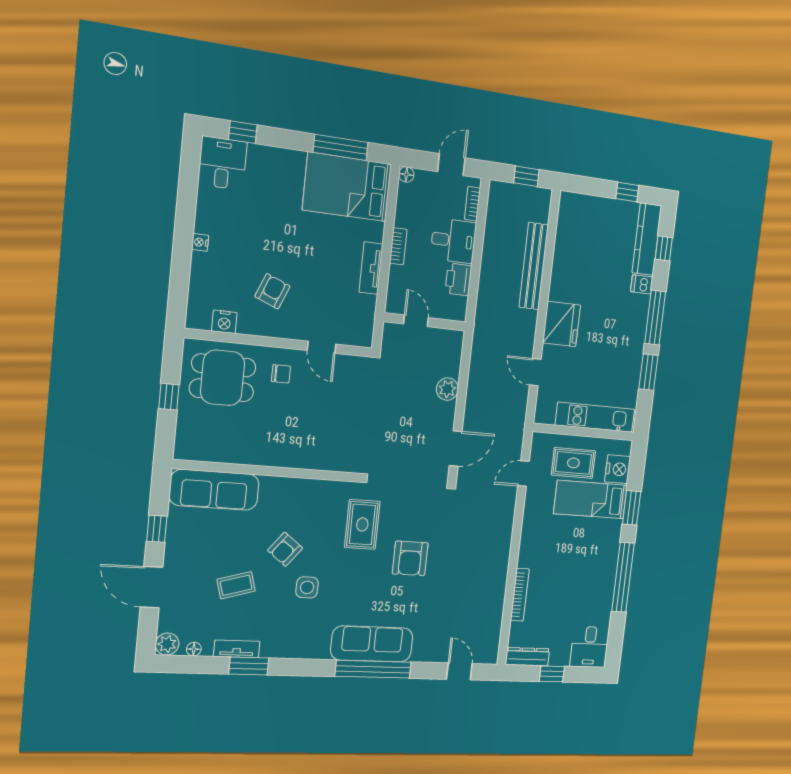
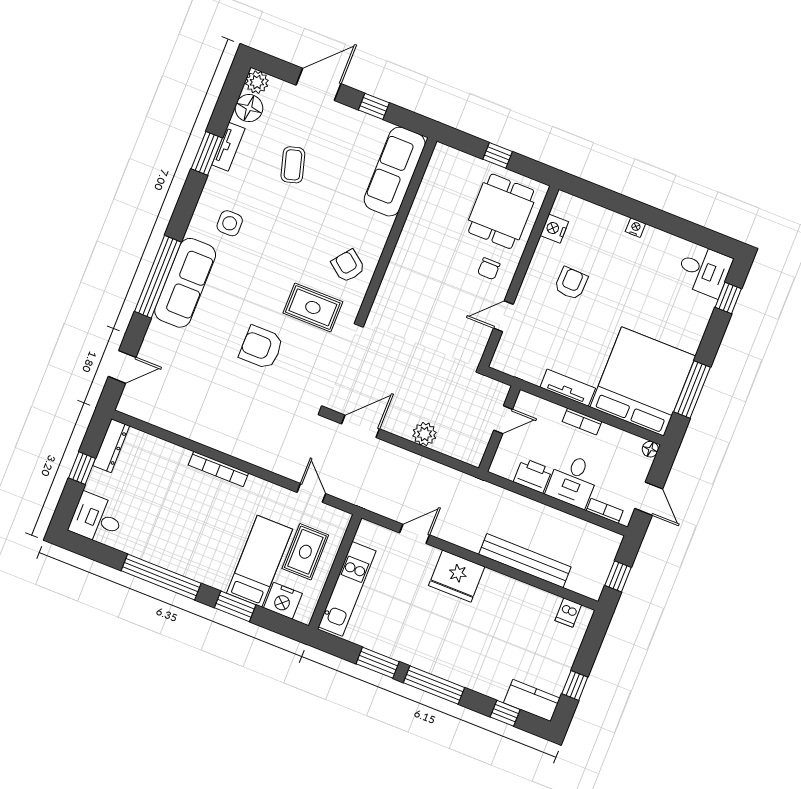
bed: (347, 187) -> (643, 382), width x1.36
kitchen counter: (647, 239) -> (532, 700), width x0.67
dishwasher: (642, 284) -> (568, 613), moved, turned 180
armchair: (272, 291) -> (571, 283), turned -110
door: (456, 449) -> (360, 426), swing flipped
armchair: (285, 549) -> (348, 266), moved
side table: (307, 587) -> (230, 223), moved
bookcase: (520, 595) -> (218, 469), moved
floor lamp: (194, 649) -> (249, 108), width x1.89, depth x1.89

